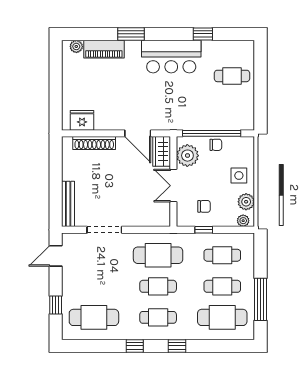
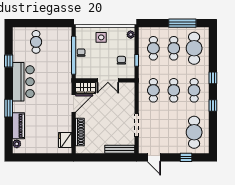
plant: (187, 156) -> (88, 71), removed
plant: (246, 202) -> (118, 33), removed
cafe table: (158, 255) -> (153, 90), width x0.73, depth x0.74

